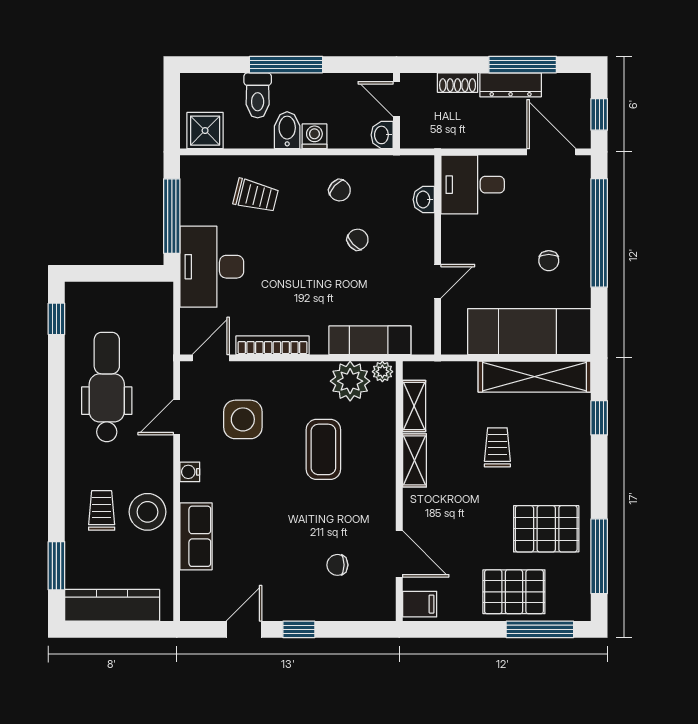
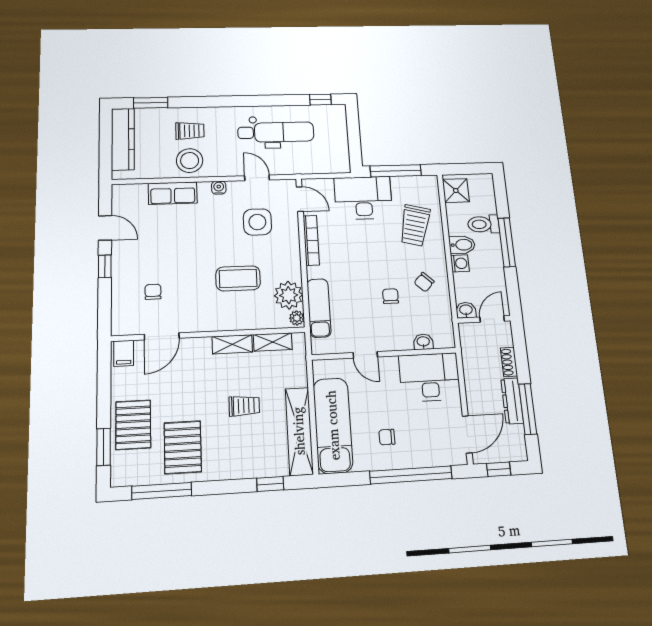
desk: (473, 185) -> (430, 377), width x1.37
trolley: (256, 196) -> (415, 225), width x1.36, depth x1.39
chair: (358, 240) -> (391, 296), turned -137
window: (540, 629) -> (104, 447), width x0.69

